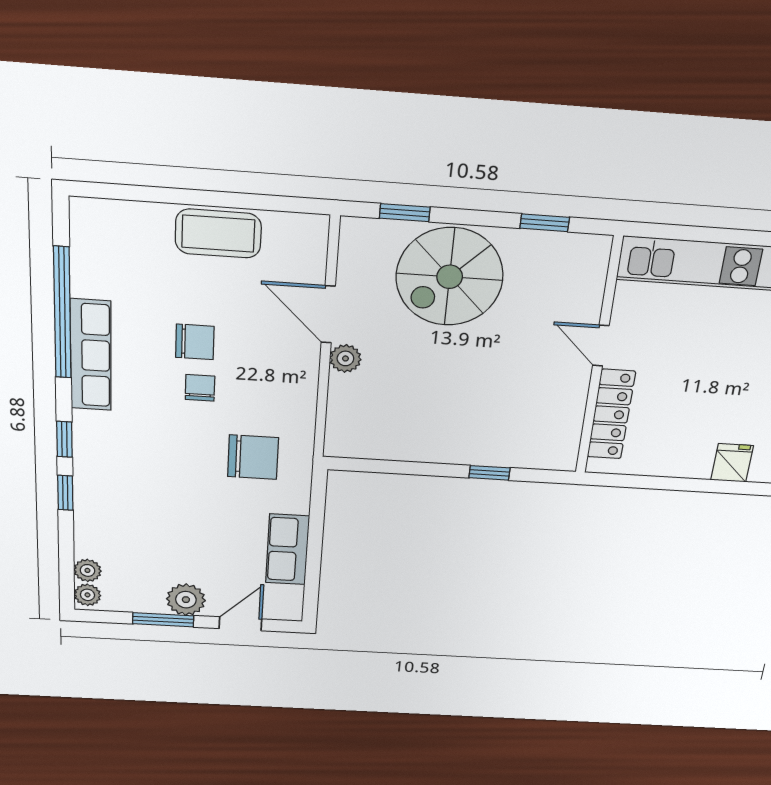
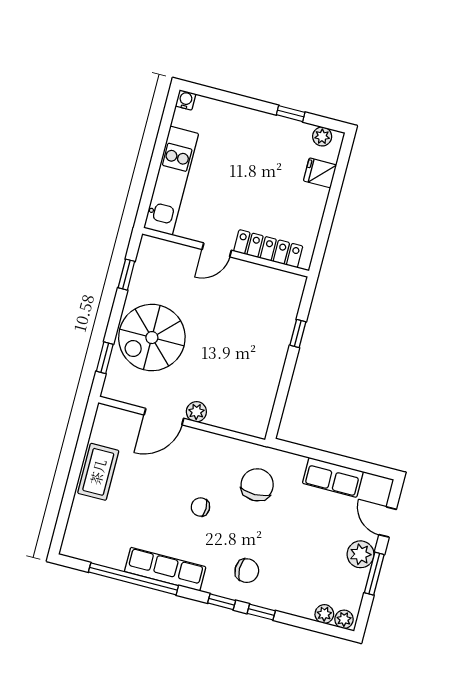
spiral stairs: (450, 277) -> (152, 338), turned 90
chair: (195, 342) -> (247, 571), moved, turned 90

